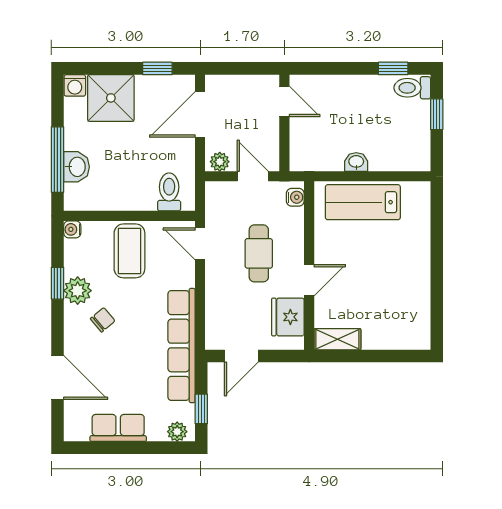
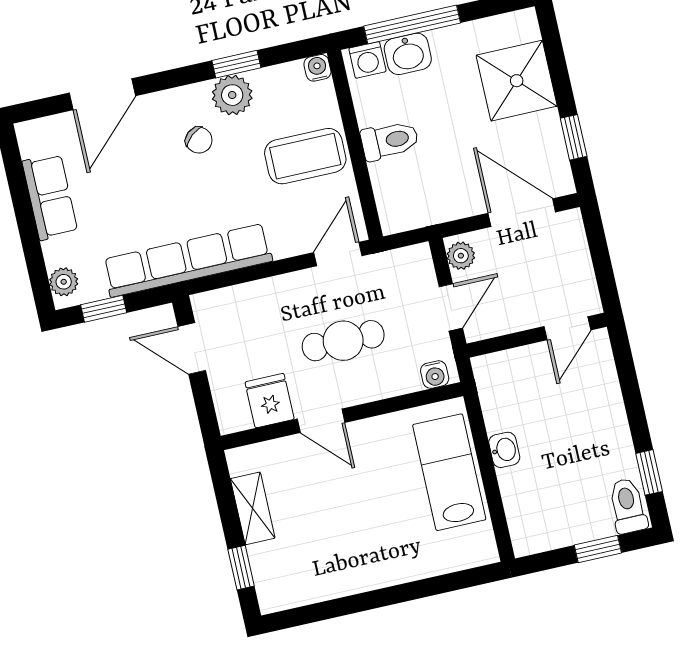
washing machine: (75, 85) -> (367, 60), moved, turned -90
toilet: (169, 192) -> (390, 140), moved
fridge: (288, 317) -> (270, 401), width x0.72
shelving: (337, 339) -> (253, 508), moved
window: (395, 356) -> (241, 568), added

